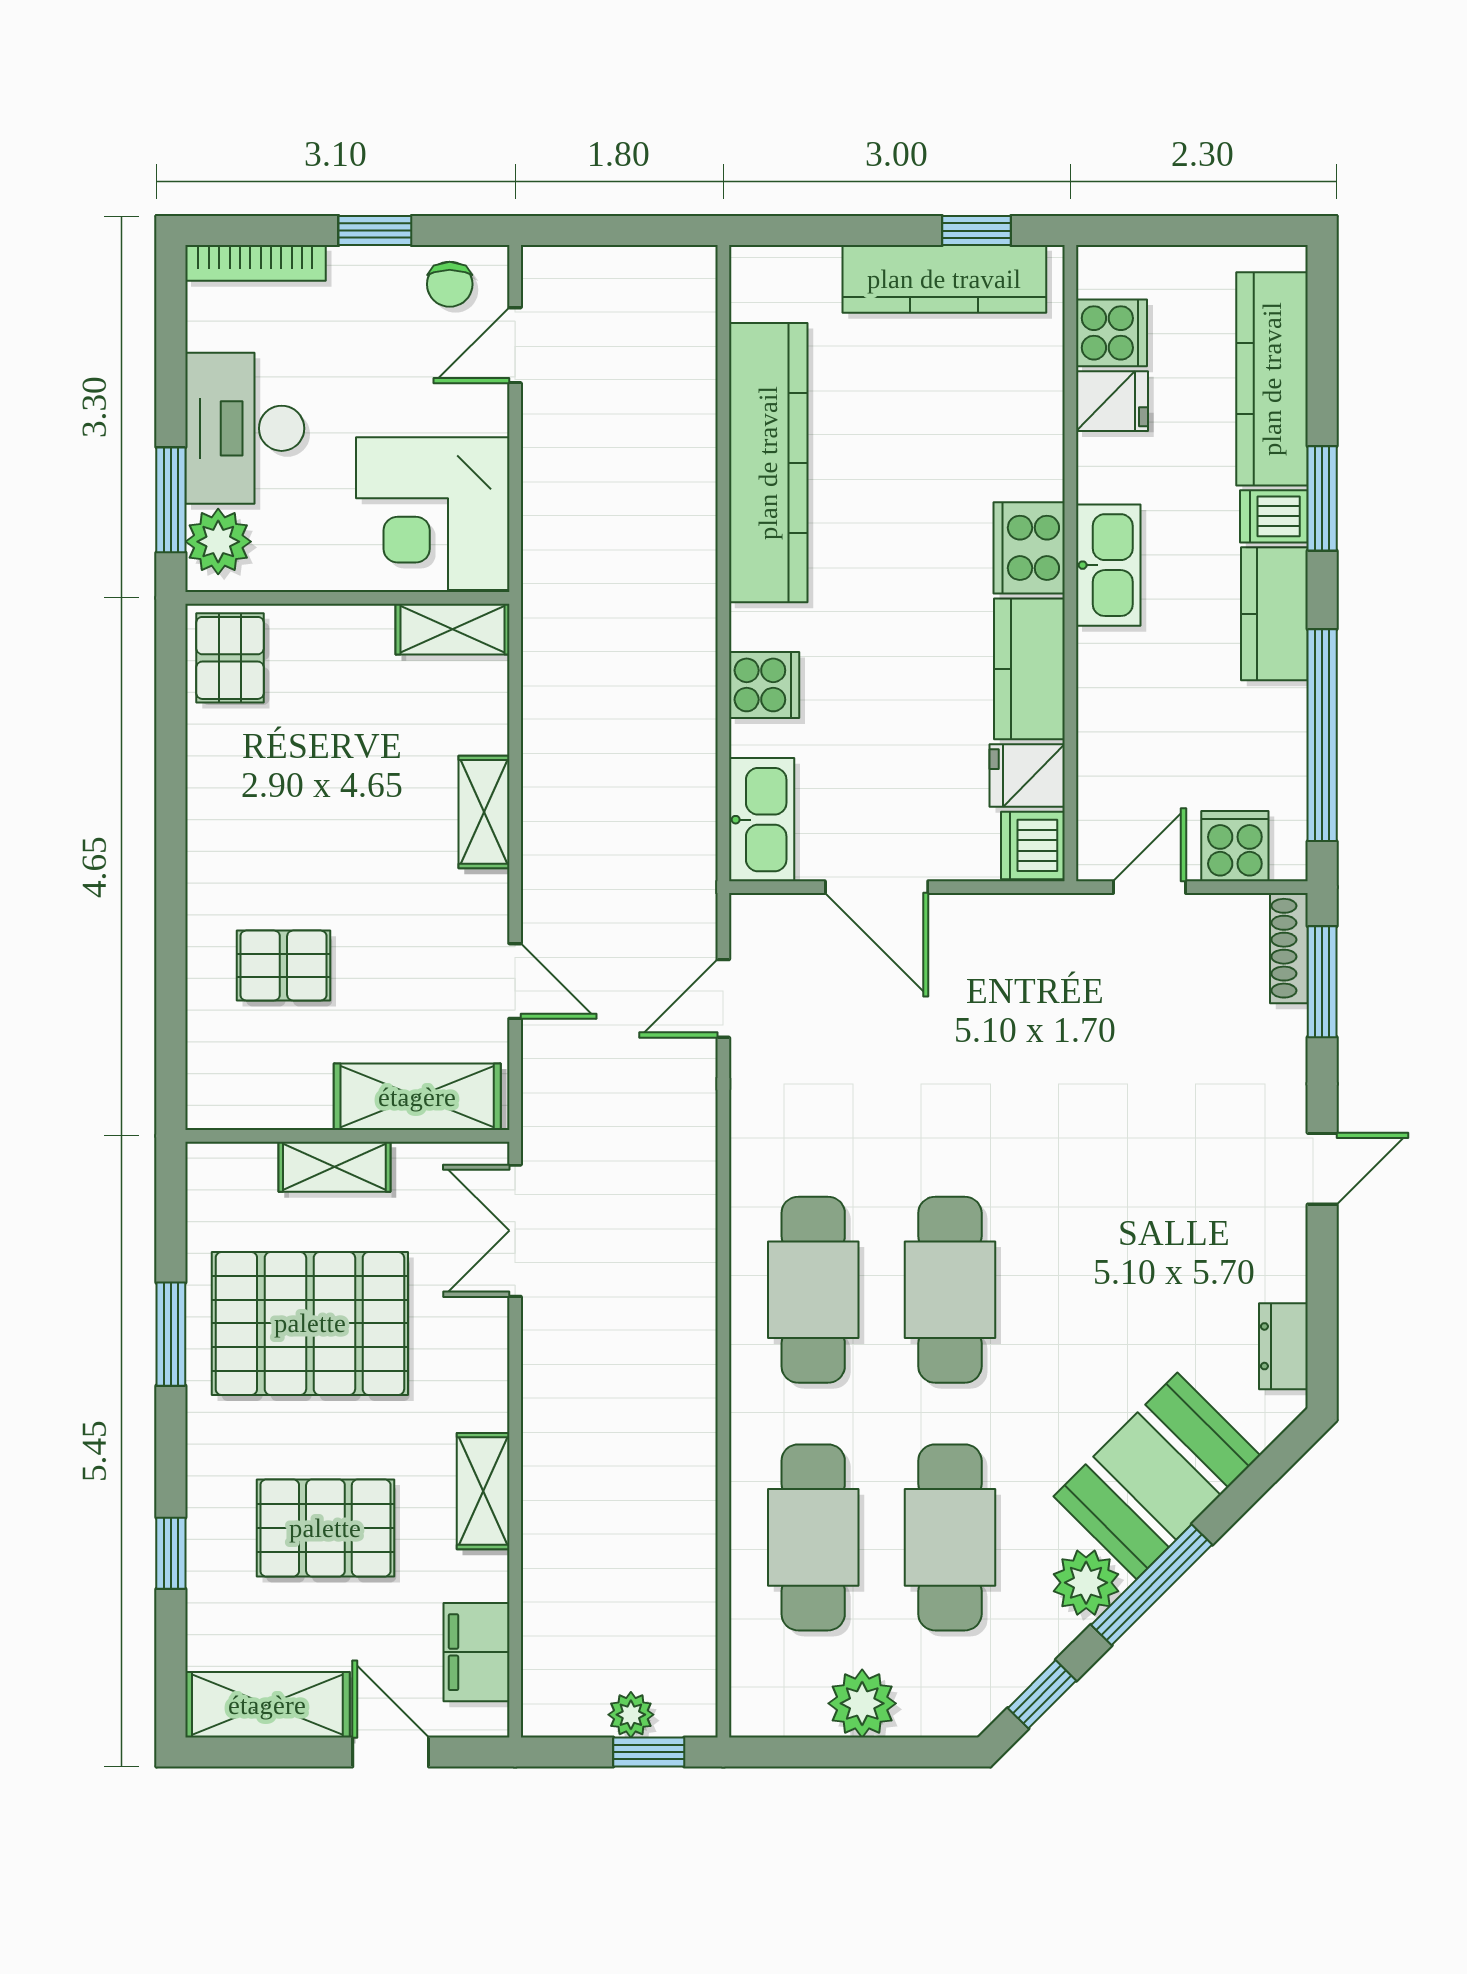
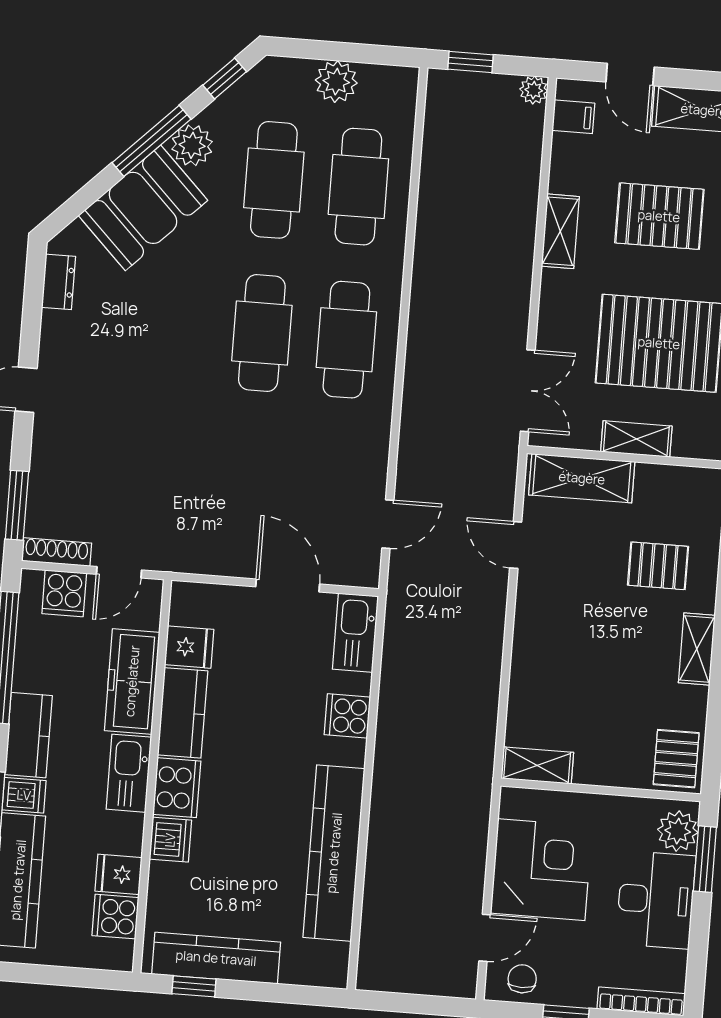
corner desk: (433, 514) -> (541, 870), moved
freezer: (1115, 713) -> (132, 681), added
shelving: (484, 812) -> (697, 649), moved
dishwasher: (1033, 845) -> (170, 840), moved
shoe rack: (1289, 948) -> (57, 552), moved, turned -90
filing cabinet: (476, 1652) -> (573, 117), width x0.50
plant: (631, 1715) -> (534, 90), moved

